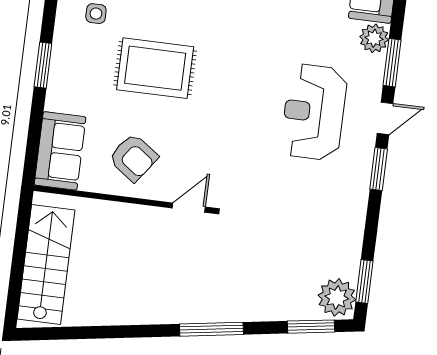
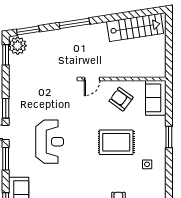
plant: (374, 38) -> (15, 169), removed
reception desk: (314, 112) -> (50, 142), moved
stairs: (46, 264) -> (135, 27), moved, turned -99

